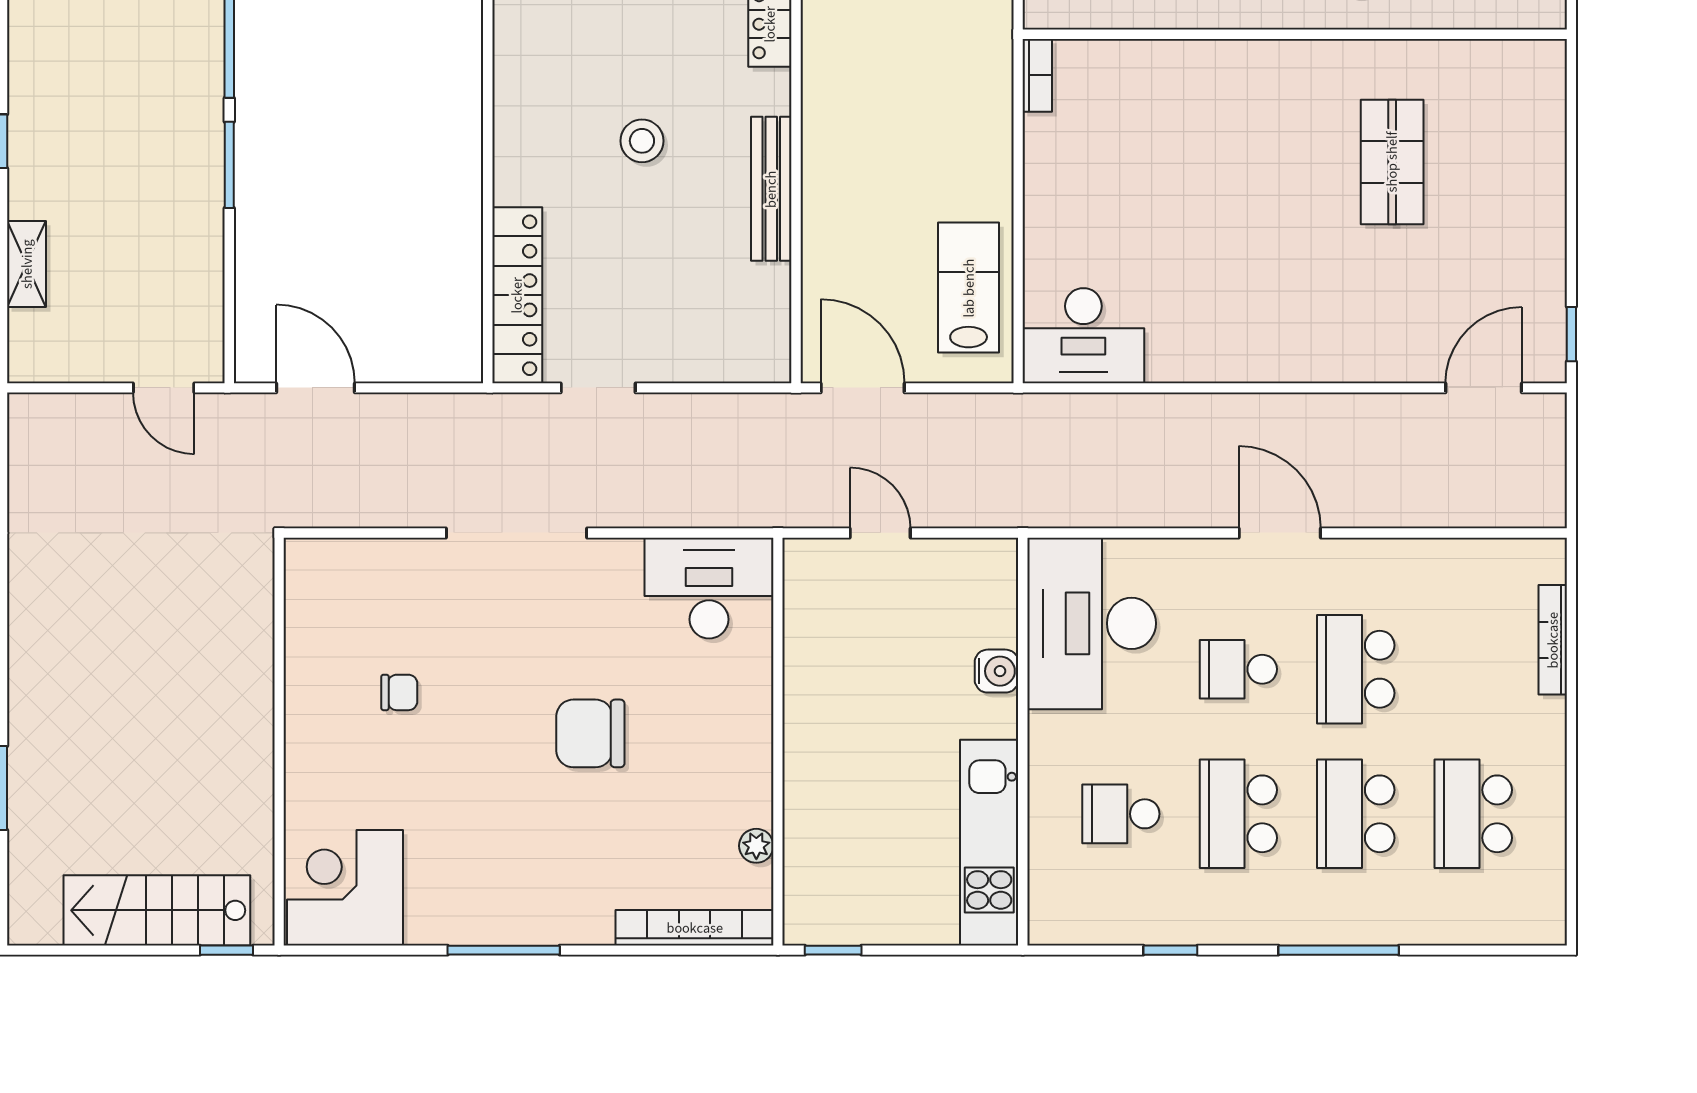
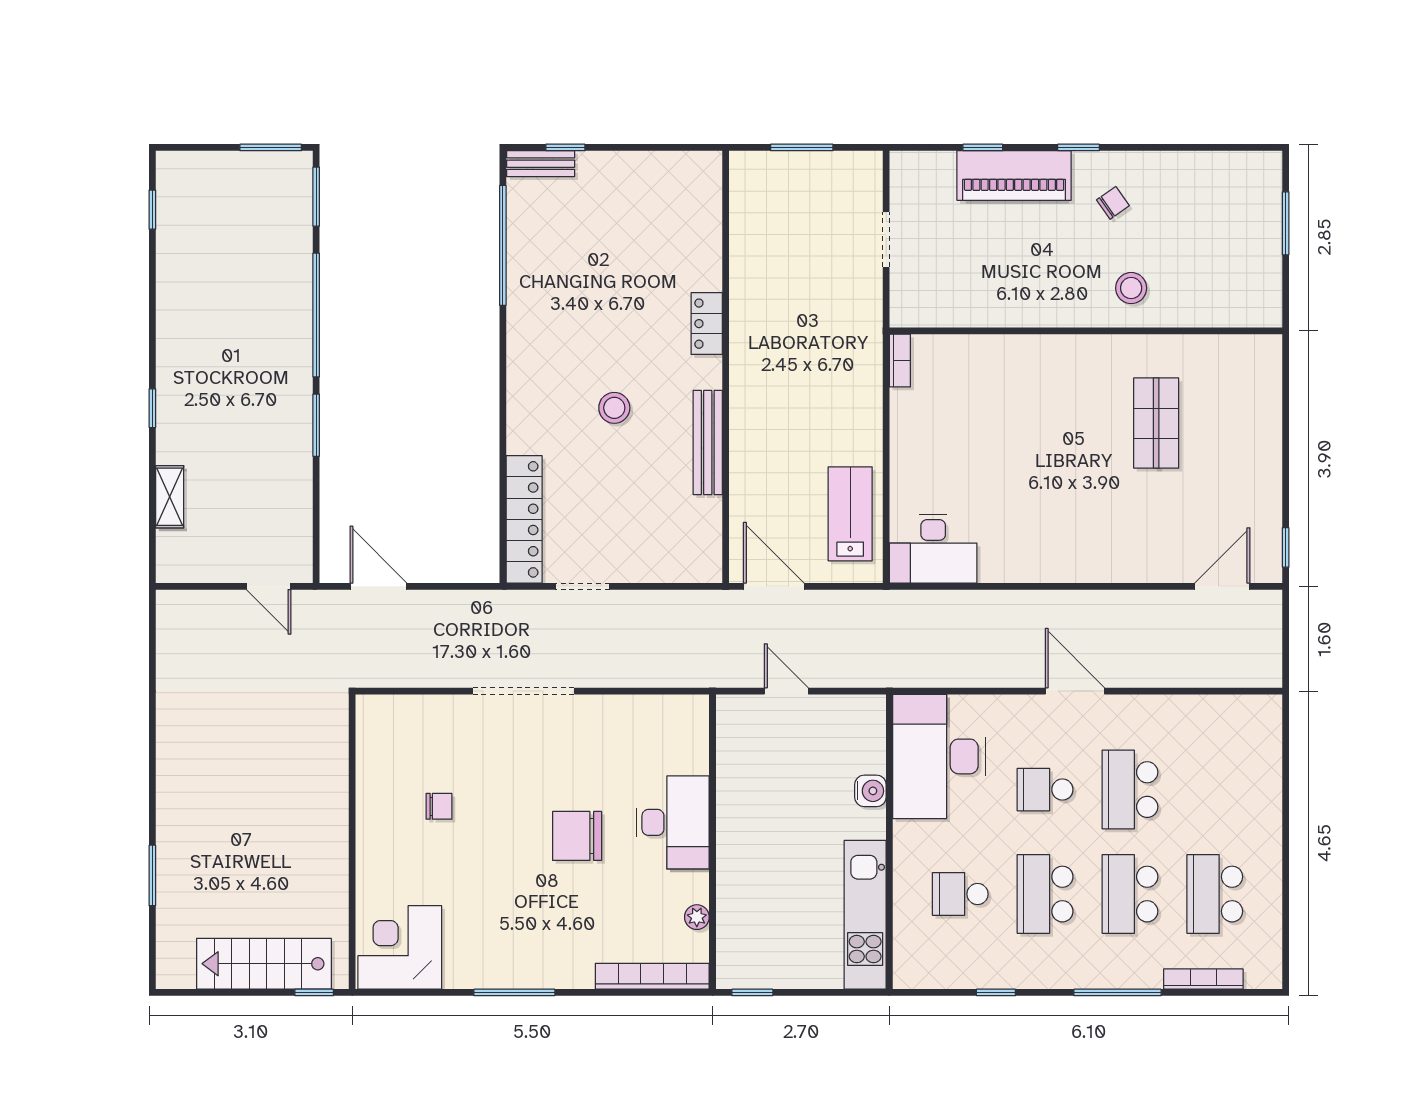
desk: (709, 588) -> (673, 822), moved, turned 90
bookcase: (1553, 640) -> (1203, 979), moved, turned 90

